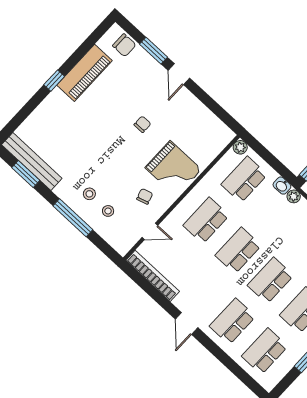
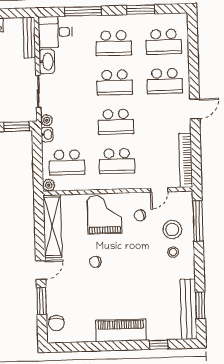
chair: (124, 45) -> (56, 323), turned 180
piano: (85, 73) -> (121, 330), moved
window: (54, 81) -> (159, 345), moved
shelving: (205, 118) -> (52, 226), added
stool: (108, 211) -> (172, 230), width x1.89, depth x1.89
window: (73, 218) -> (198, 221), moved
door: (150, 231) -> (159, 190), swing flipped

